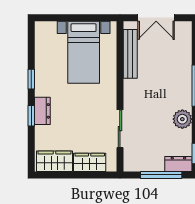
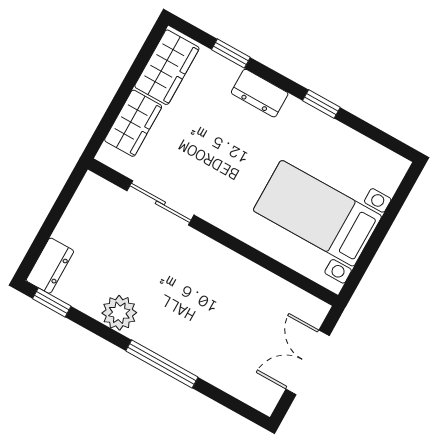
bench: (130, 54) -> (273, 287), removed
window: (31, 116) -> (231, 53), moved
window: (161, 175) -> (48, 228), removed

